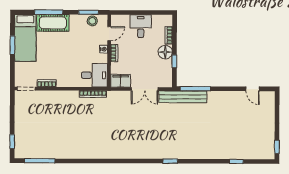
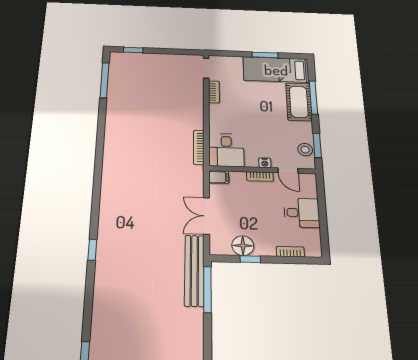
floor lamp: (165, 52) -> (243, 246), moved
filing cabinet: (120, 81) -> (219, 177), width x0.50

